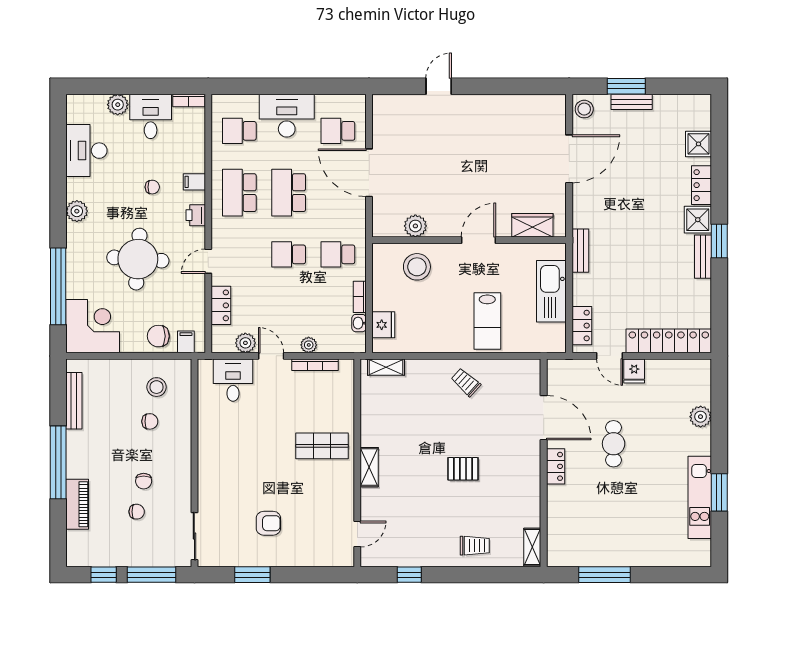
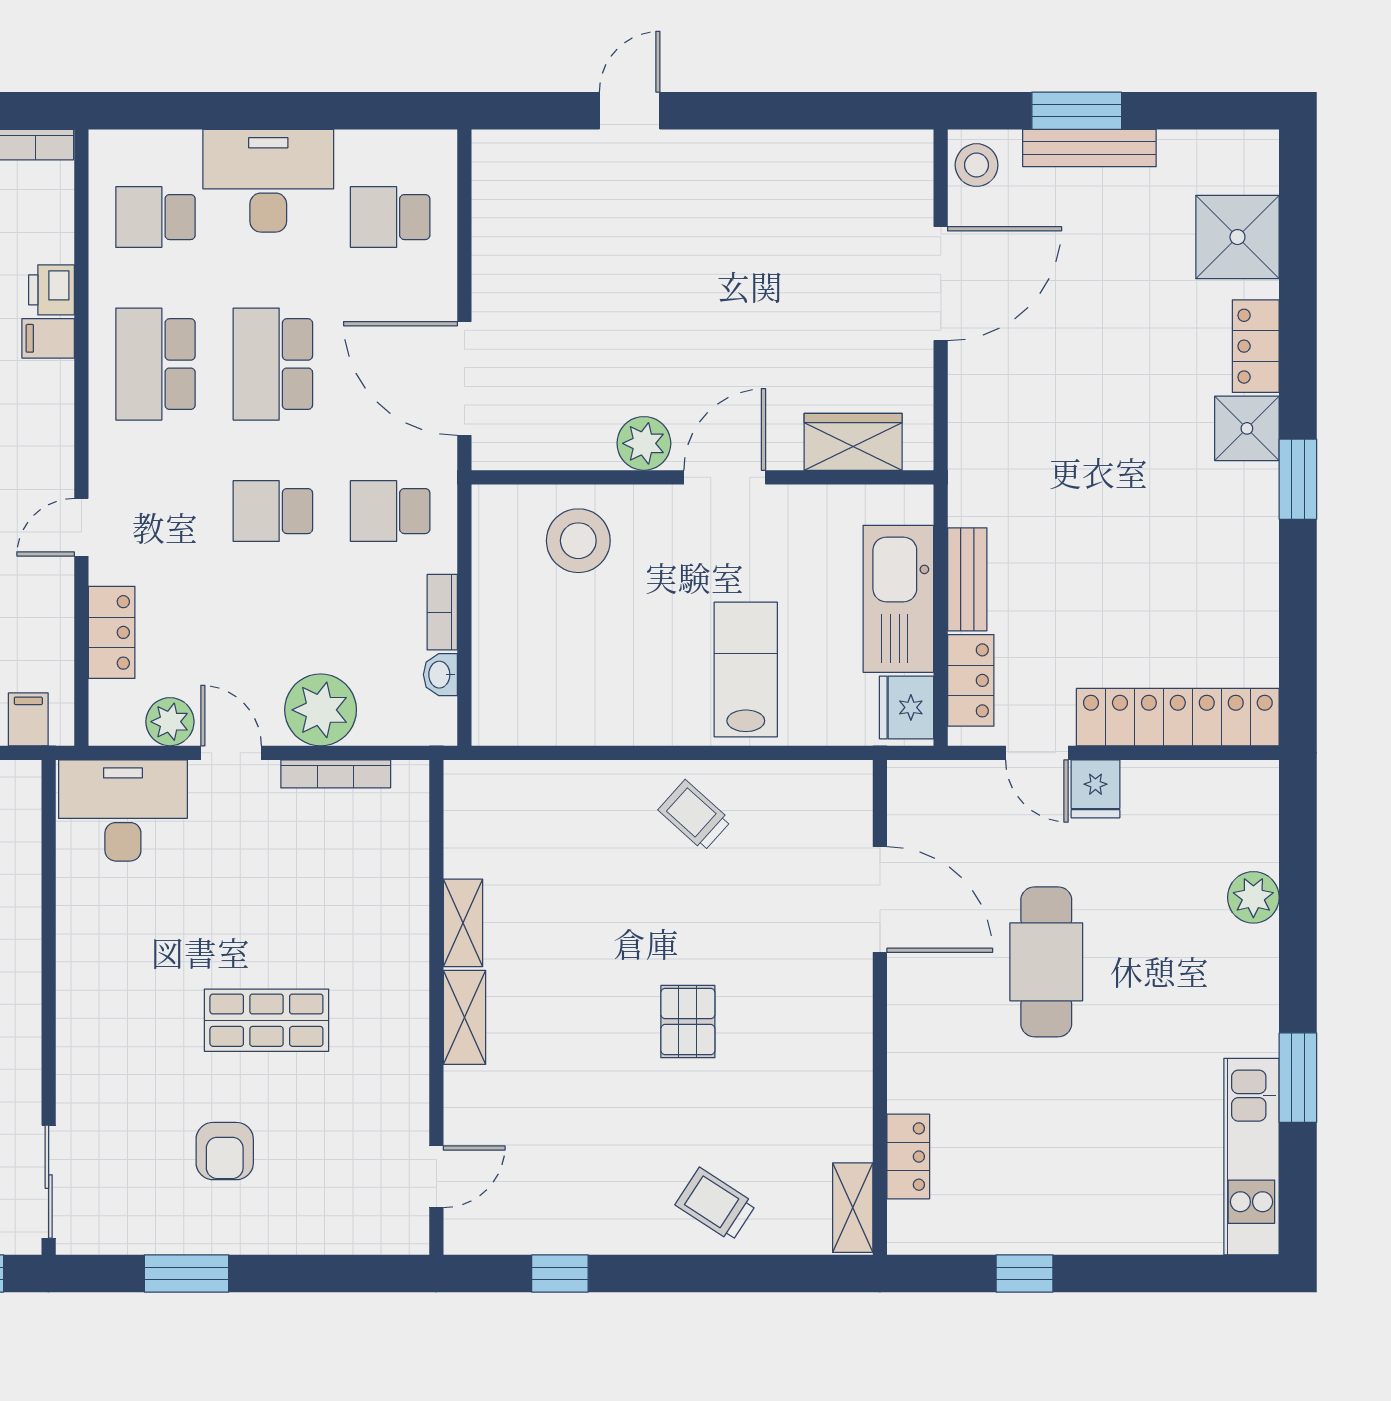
bench: (632, 102) -> (1089, 148), width x1.36
shower: (699, 144) -> (1237, 237), width x1.36, depth x1.36
door: (369, 173) -> (464, 378), moved
printer: (196, 215) -> (52, 290), moved
plant: (415, 226) -> (644, 443), moved
bench: (580, 251) -> (967, 579), moved
bench: (703, 257) -> (1259, 516), removed
lab bench: (487, 321) -> (746, 670), turned 180
fridge: (383, 325) -> (907, 707), moved, turned 180
plant: (309, 345) -> (321, 710), width x1.87, depth x1.87
shelving: (386, 367) -> (463, 923), moved, turned 90
desk: (233, 380) -> (123, 810), width x1.37
cafe table: (614, 444) -> (1046, 962), width x1.37, depth x1.35
shop shelf: (322, 446) -> (266, 1020), moved
locker: (556, 466) -> (908, 1157), moved
pallet: (463, 469) -> (688, 1022), turned 90
kitchen unit: (700, 497) -> (1251, 1157), moved
armchair: (268, 523) -> (225, 1151), turned 90
trolley: (475, 546) -> (716, 1204), turned -147
window: (604, 575) -> (1025, 1273), width x0.46

